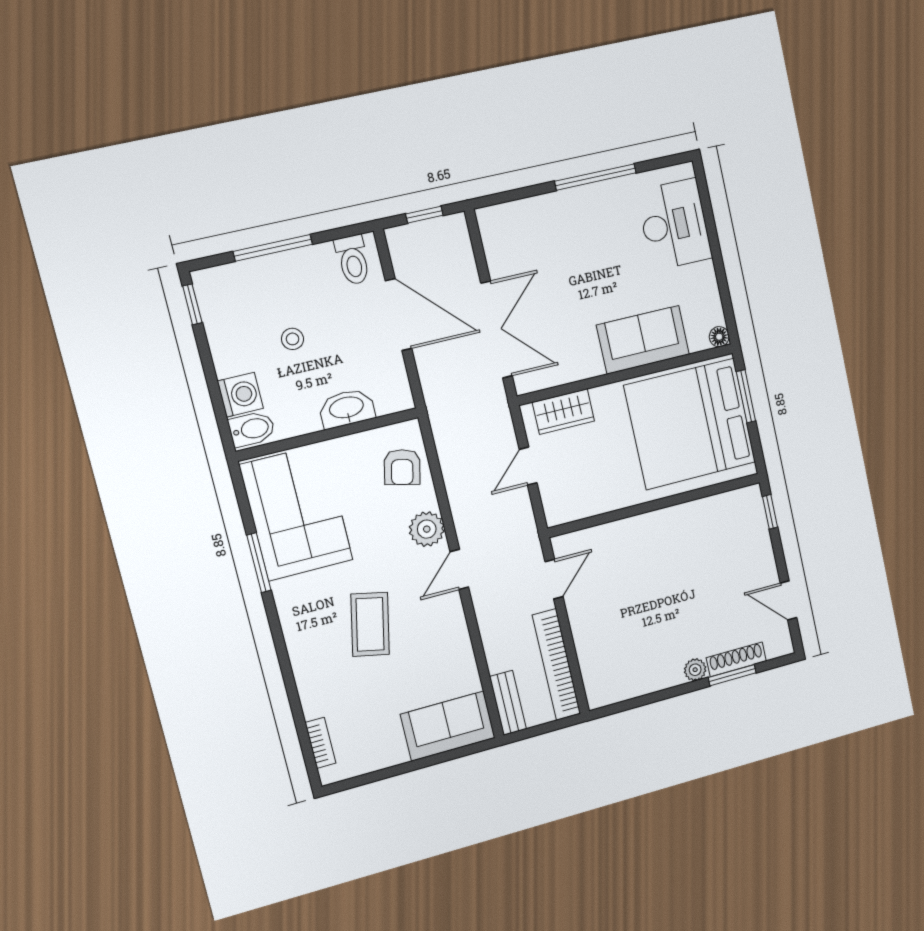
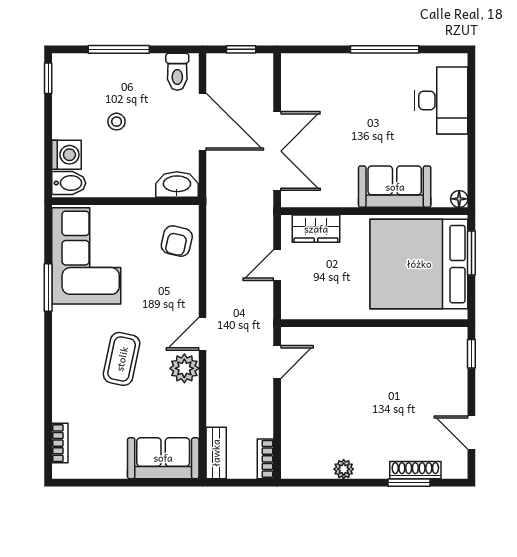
washbasin: (347, 408) -> (177, 185), moved
plant: (427, 529) -> (184, 368), moved
bookcase: (556, 665) -> (265, 459), width x0.43, depth x0.76
plant: (695, 670) -> (344, 469), moved

